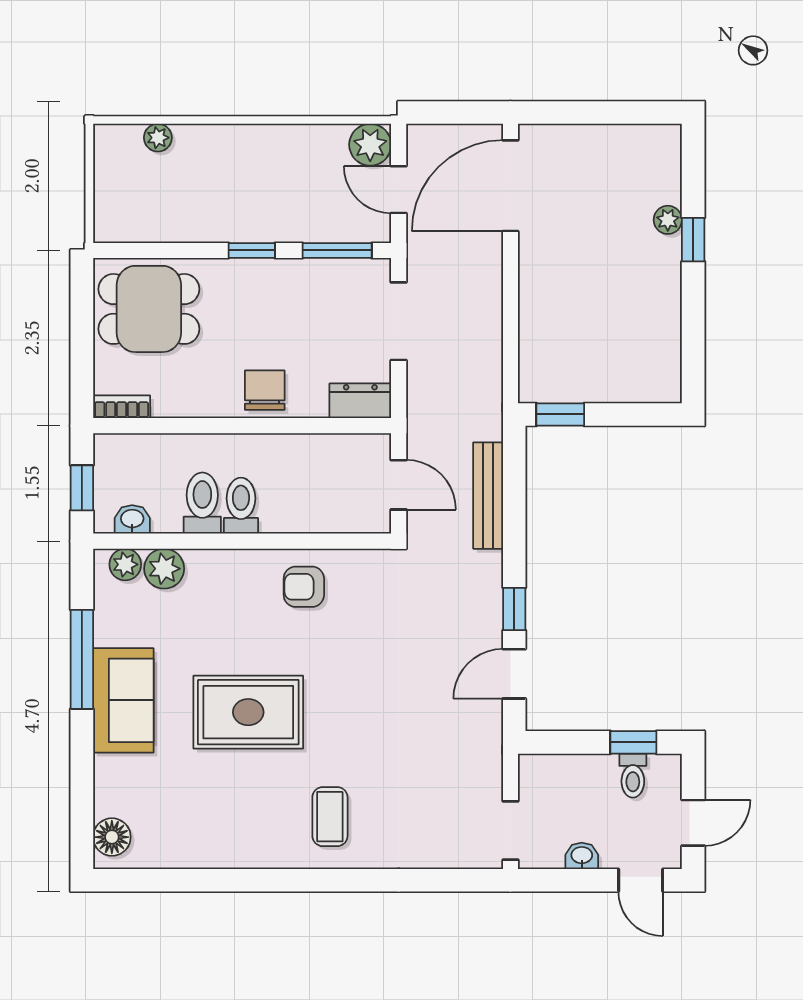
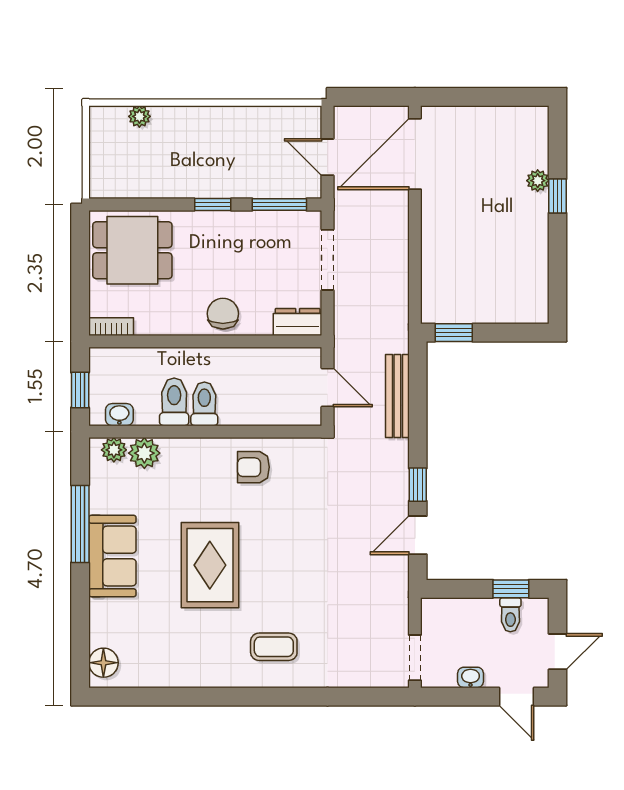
plant: (370, 145) -> (305, 122), removed
rug: (248, 712) -> (210, 565), turned 90
coffee table: (330, 817) -> (274, 647), turned 90

